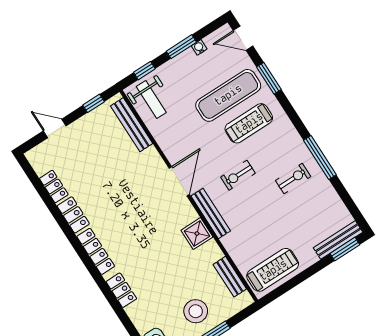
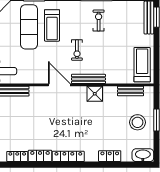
locker: (121, 290) -> (110, 156), moved

